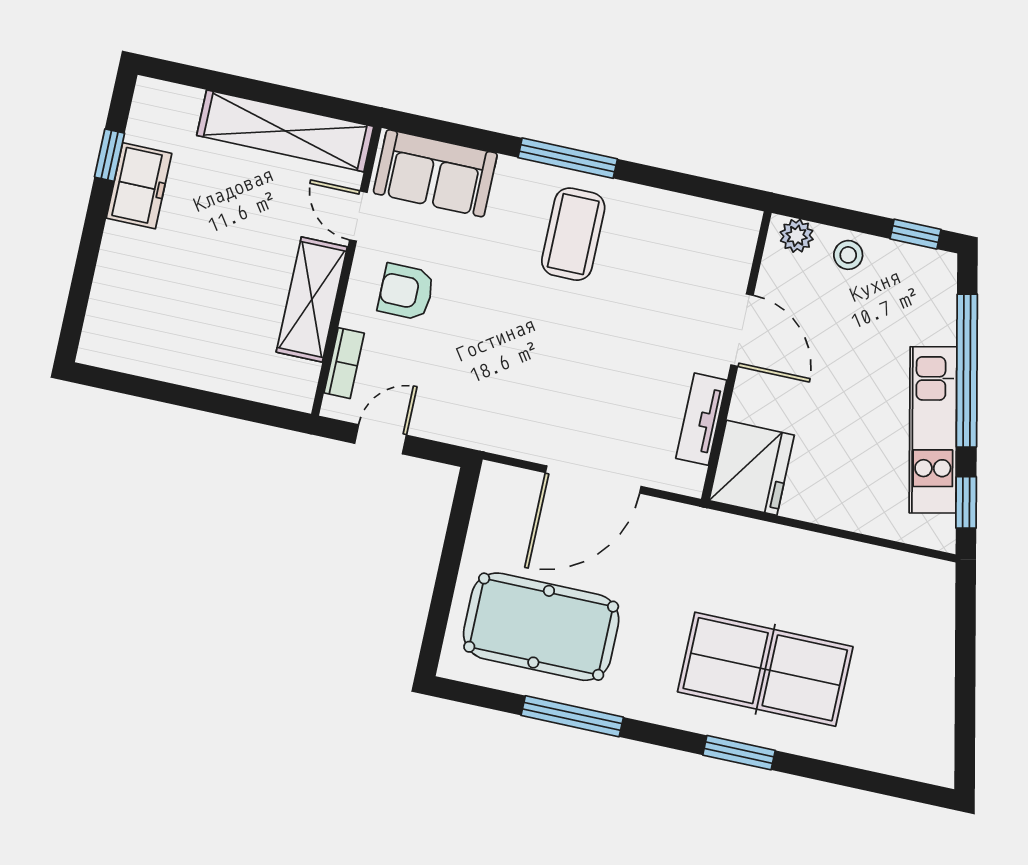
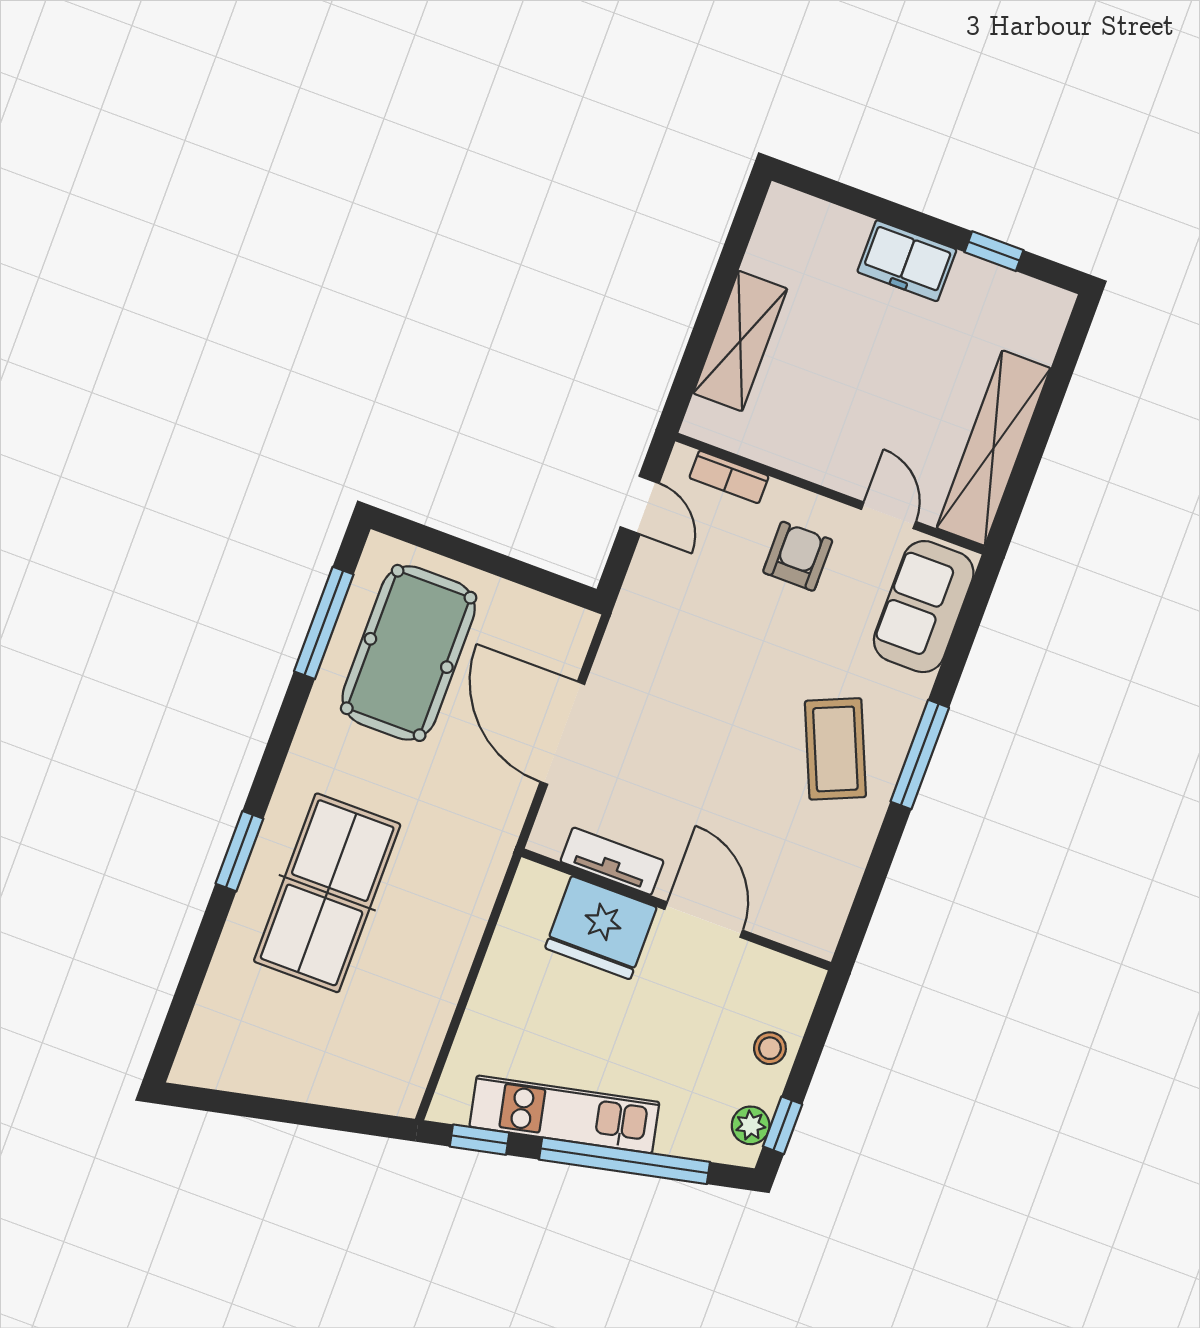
freezer: (139, 186) -> (907, 261), moved
door: (358, 216) -> (889, 515), hinge flipped
coffee table: (573, 234) -> (835, 749), turned 67
plant: (797, 236) -> (751, 1125), moved
shelving: (312, 299) -> (740, 341), moved, turned 90
door: (742, 330) -> (704, 920), swing flipped
fridge: (752, 468) -> (601, 928), moved
window: (572, 716) -> (324, 623), moved

